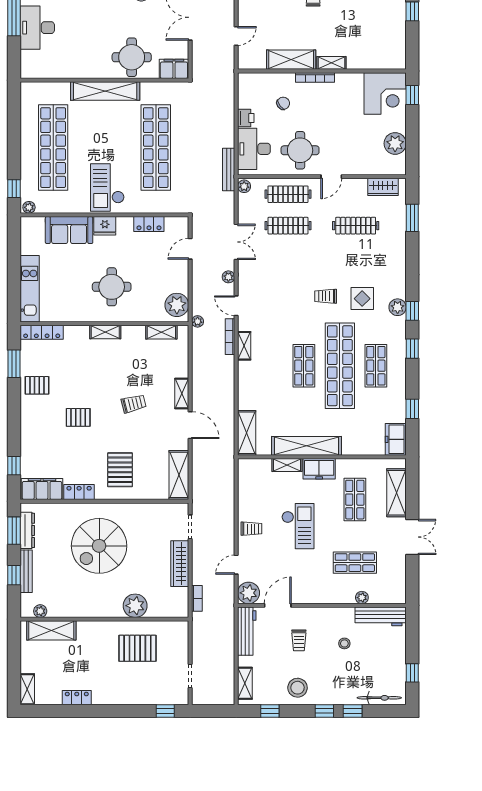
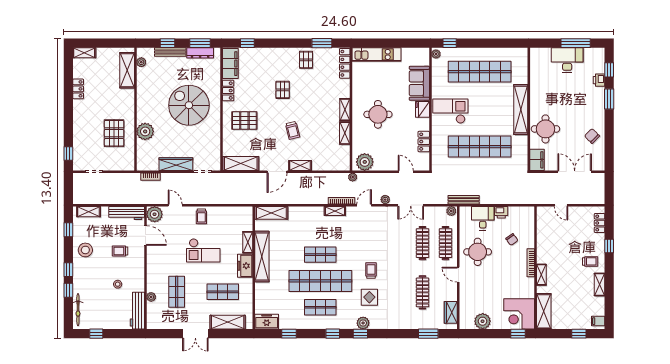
shelving: (291, 60) -> (544, 311), moved
desk: (254, 149) -> (483, 218), width x0.73
shelving: (161, 332) -> (345, 133), moved

